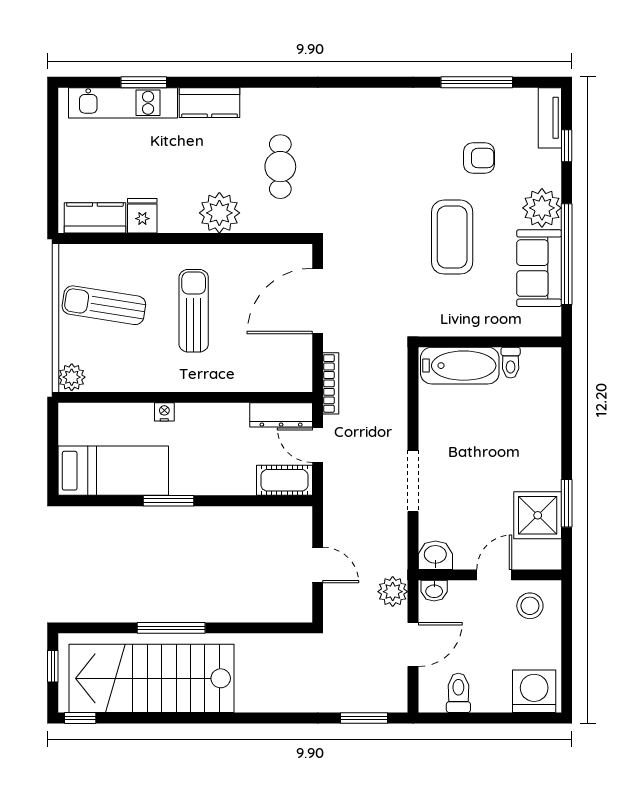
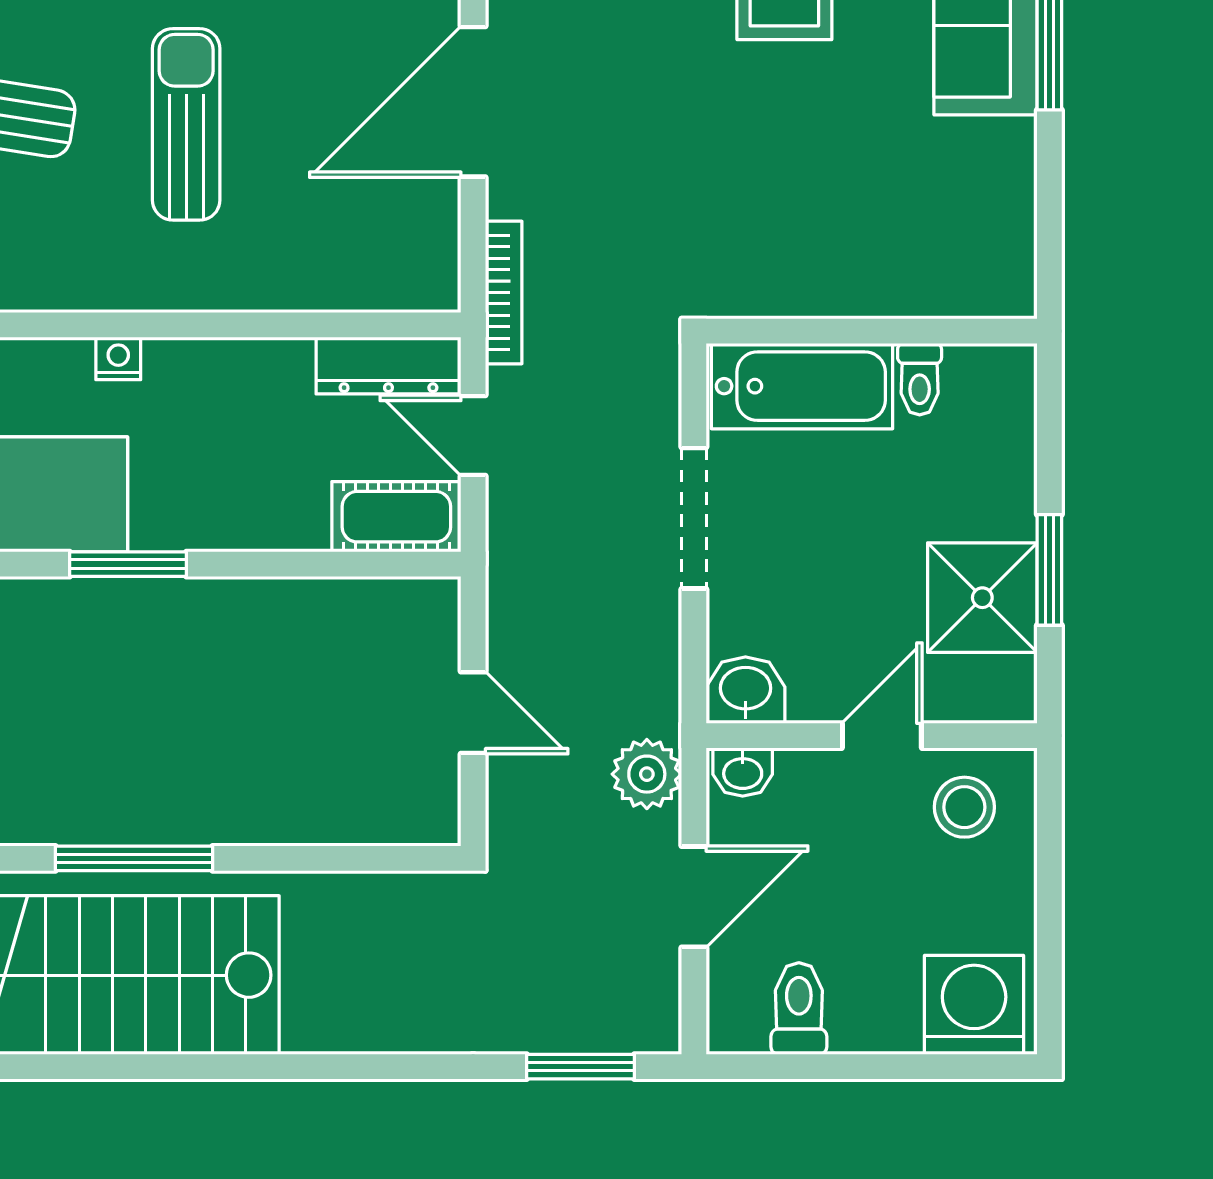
wall: (490, 342) -> (872, 331), moved
toilet: (511, 363) -> (920, 379), moved
bathtub: (460, 366) -> (802, 386), moved

